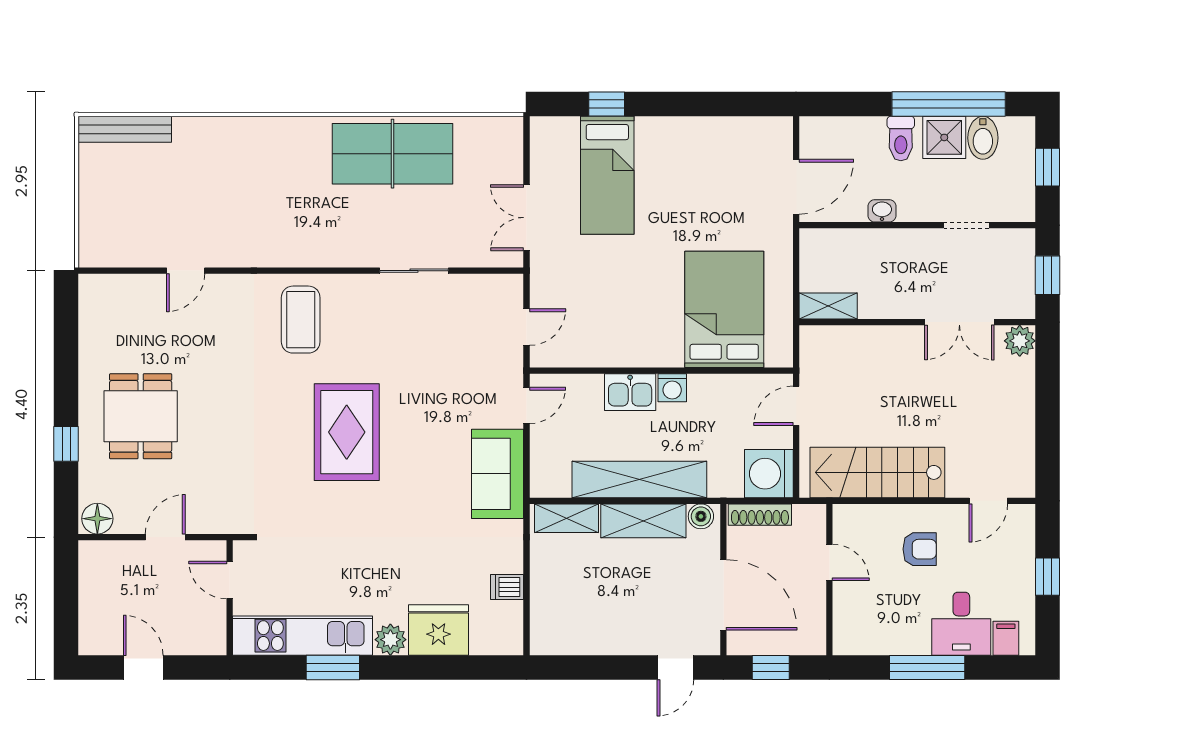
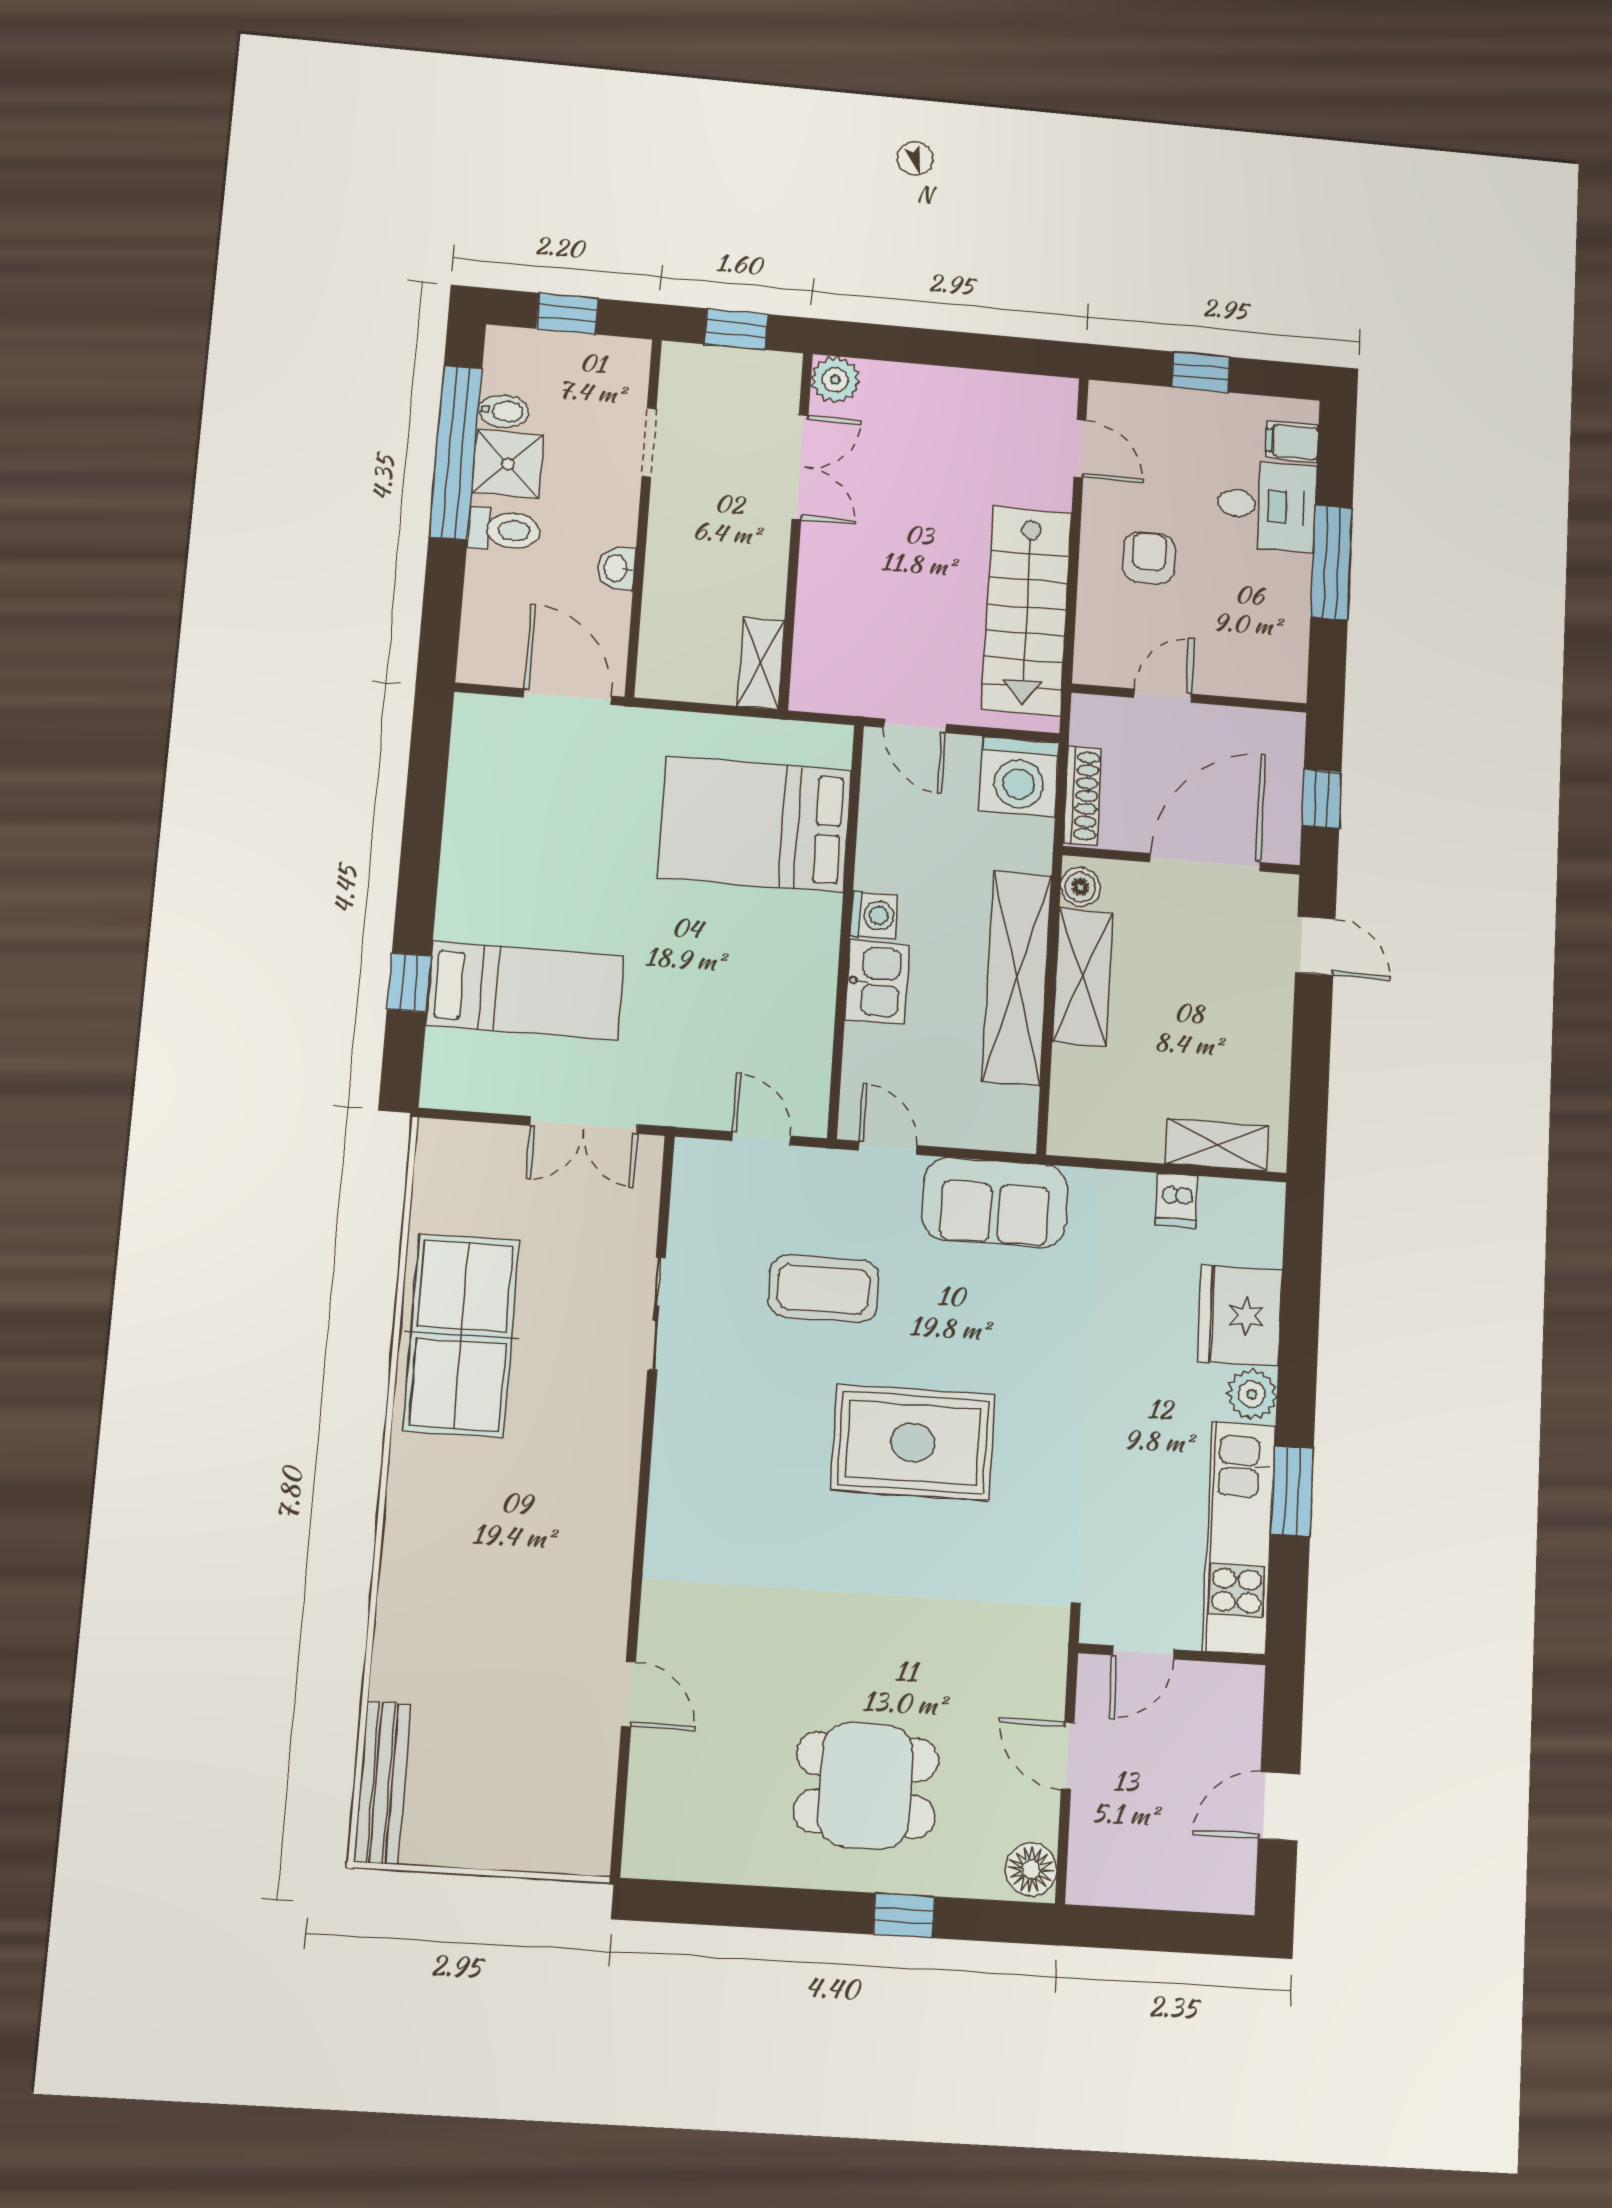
bidet: (983, 138) -> (504, 411), width x0.72, depth x0.74
coffee table: (301, 320) -> (823, 1289), moved
shelving: (566, 518) -> (1217, 1145), moved, turned 90

